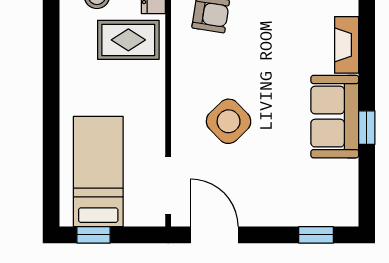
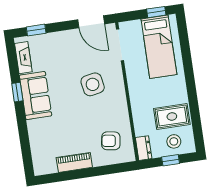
rug: (128, 40) -> (172, 116), moved
fireplace: (347, 45) -> (23, 58), moved
side table: (229, 121) -> (93, 84), turned 34

